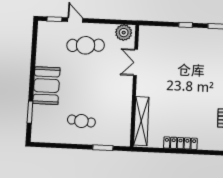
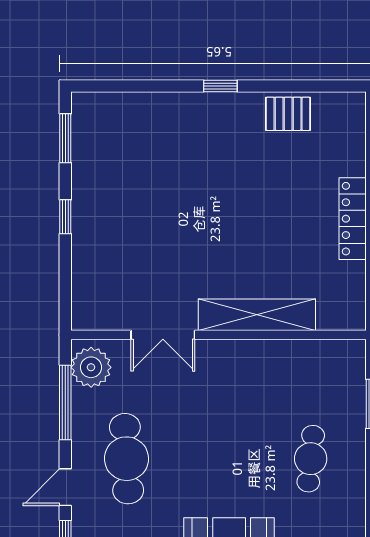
window: (110, 22) -> (65, 403), added
shelving: (141, 121) -> (257, 315), moved

